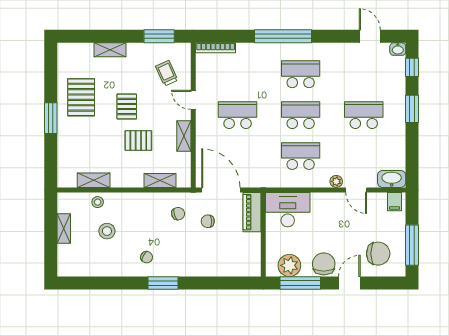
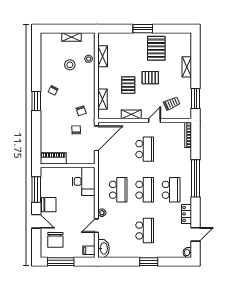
locker: (338, 50) -> (186, 214), added
window: (412, 67) -> (175, 262), removed
pallet: (81, 97) -> (156, 48), turned 90
piano: (252, 212) -> (53, 158), moved
plant: (289, 265) -> (48, 183), removed

